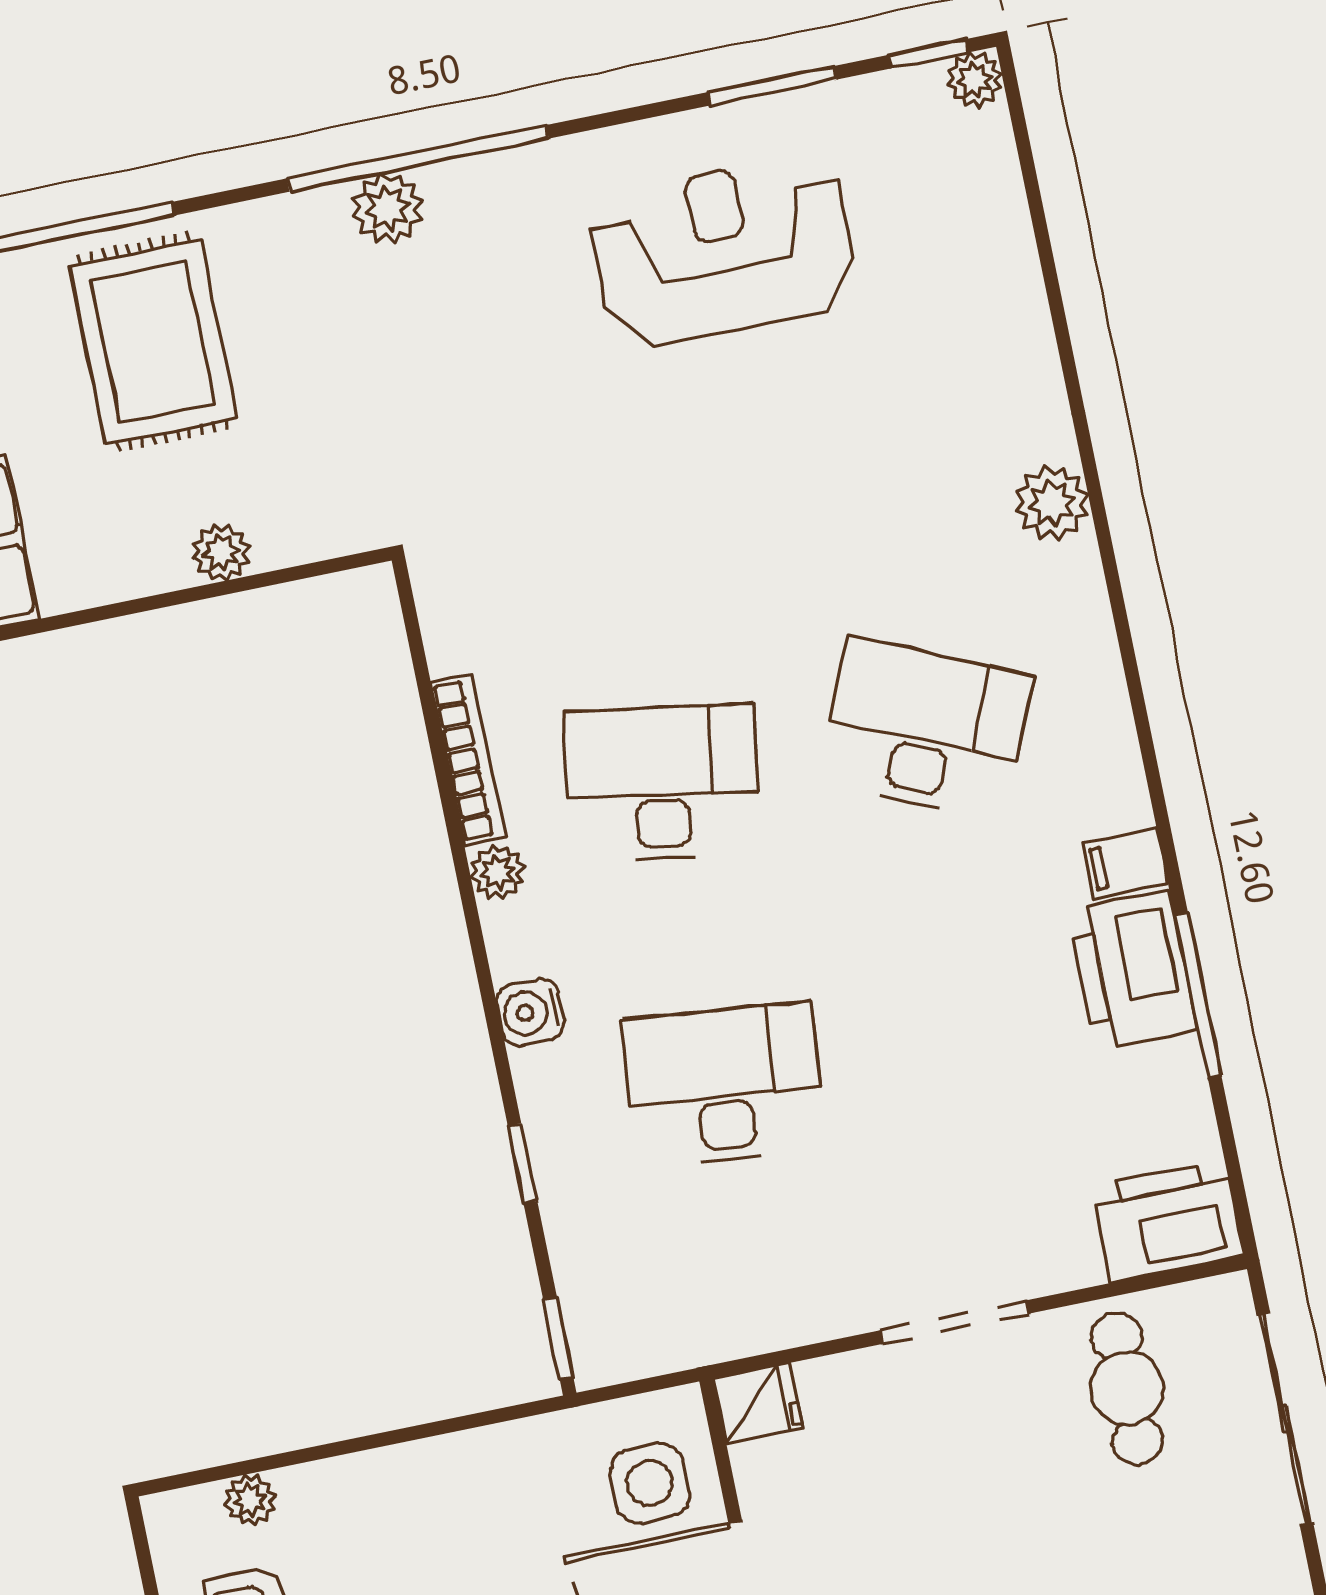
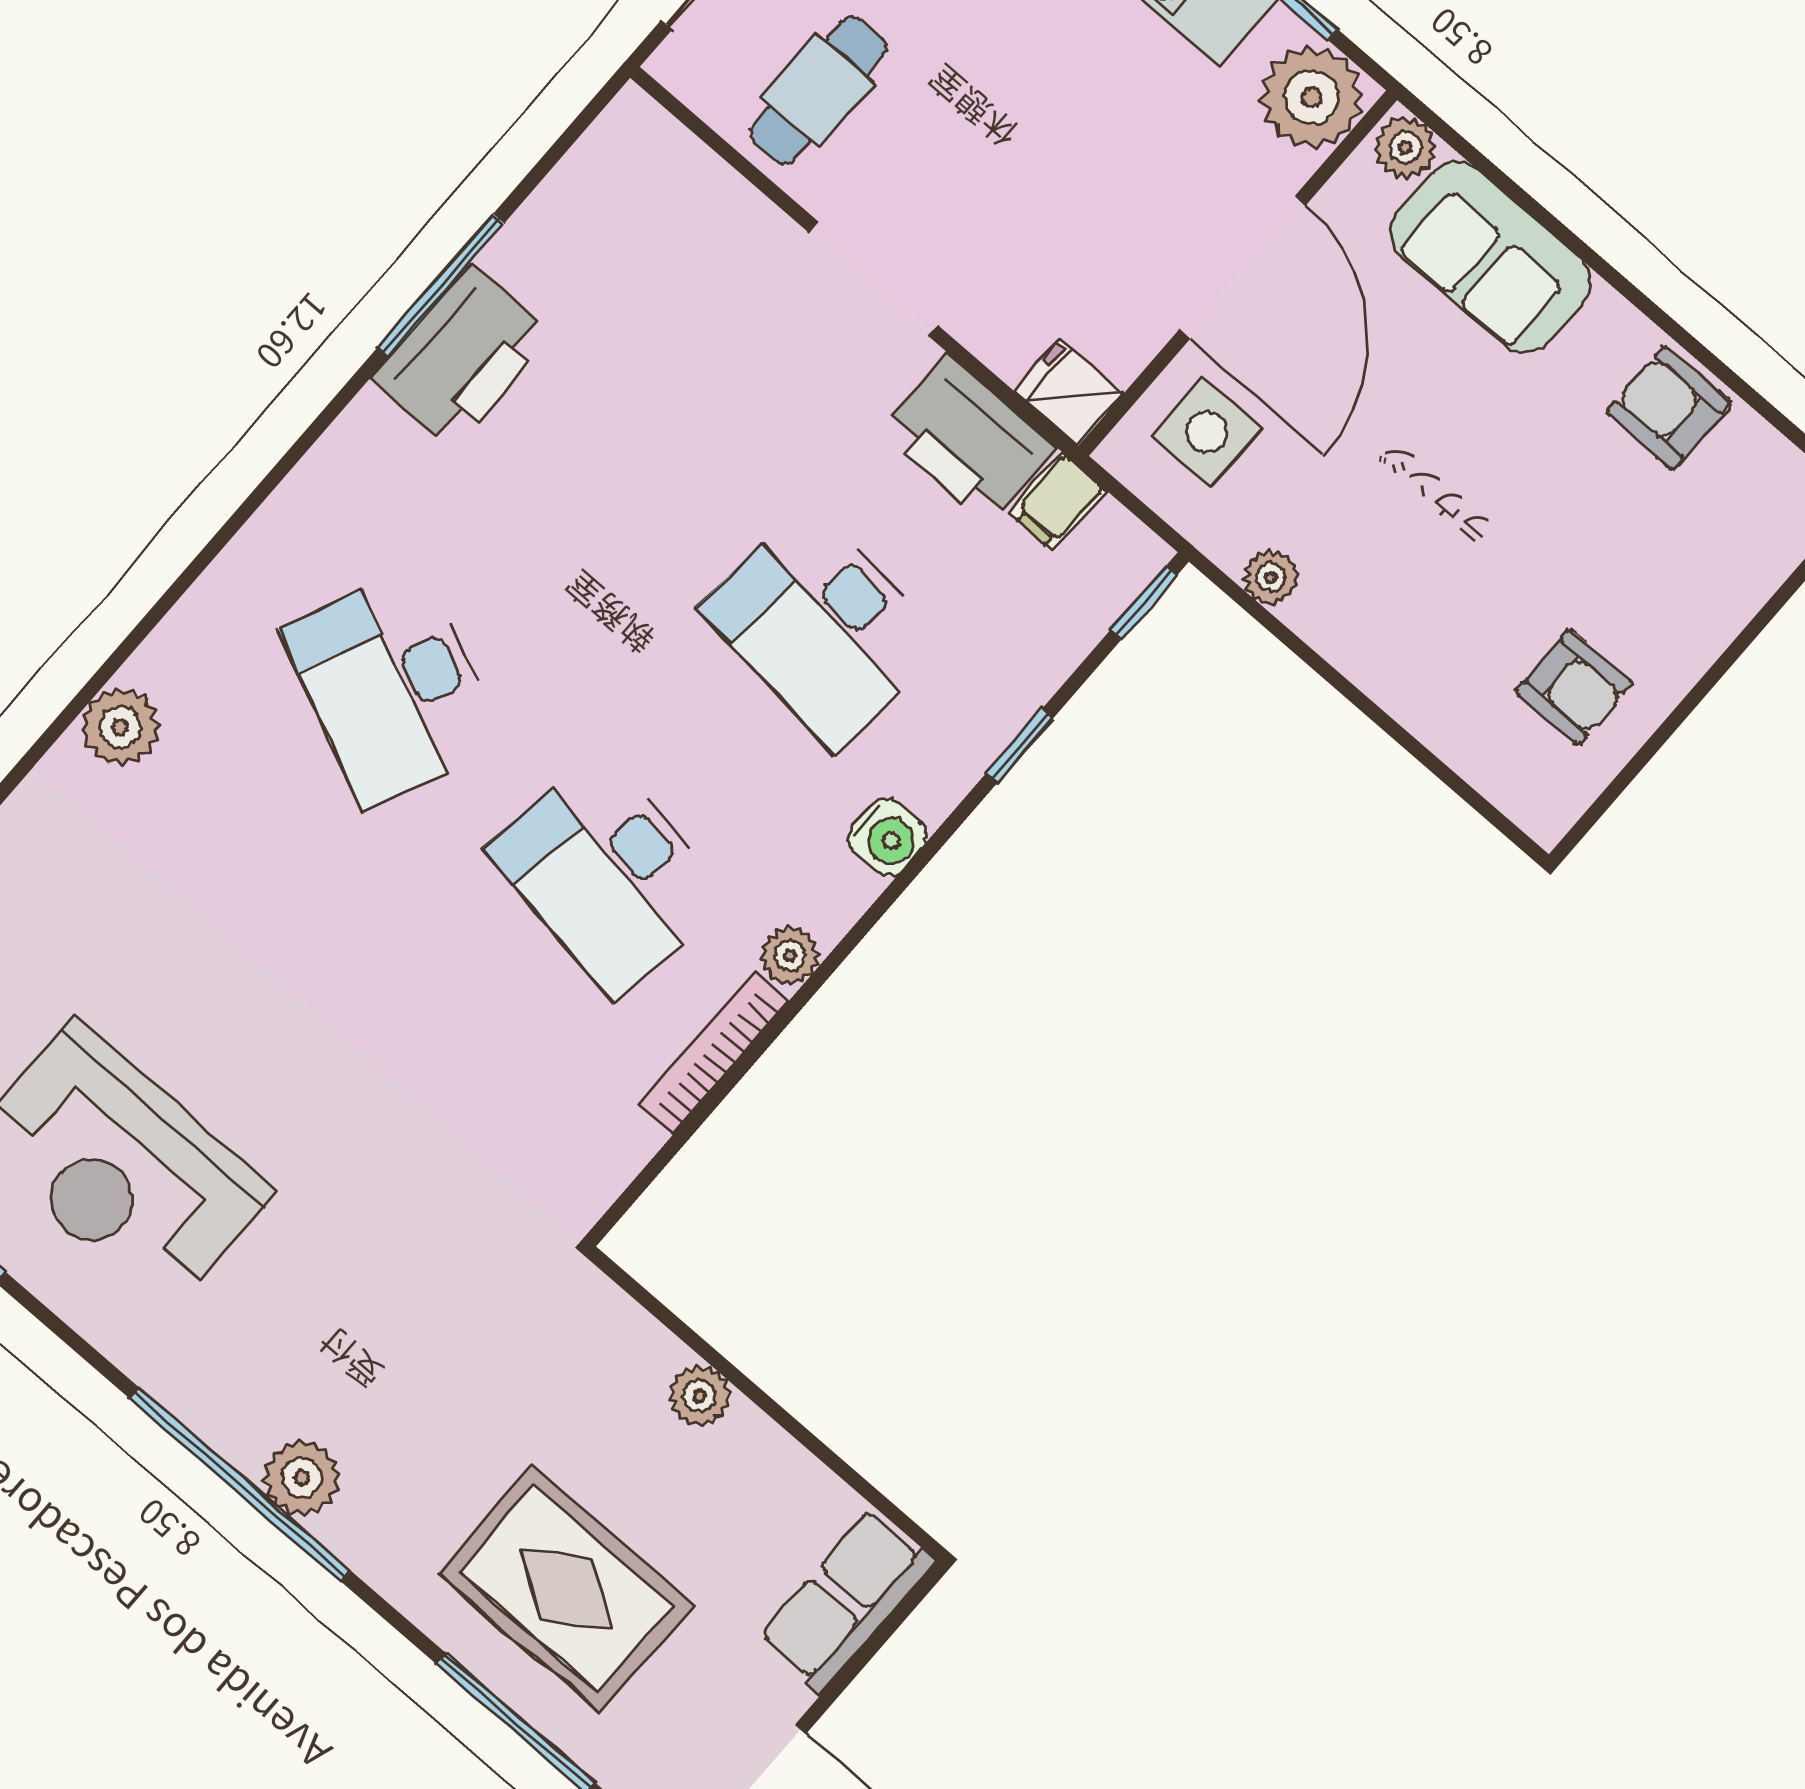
rug: (153, 342) -> (566, 1589), turned 90
filing cabinet: (1125, 863) -> (1058, 502), moved, turned 90
printer: (1168, 1221) -> (968, 439), moved
plant: (250, 1500) -> (1271, 577), moved

